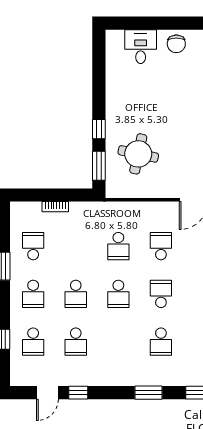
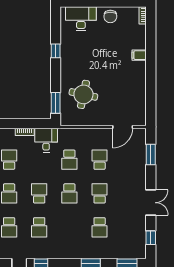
desk: (141, 47) -> (81, 19), width x1.37
window: (99, 129) -> (56, 51), moved
desk: (85, 218) -> (46, 140), added
school desk: (76, 294) -> (39, 193), turned 180

